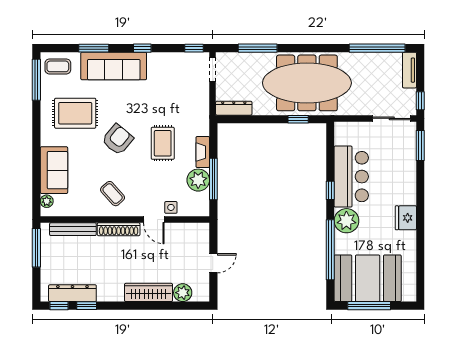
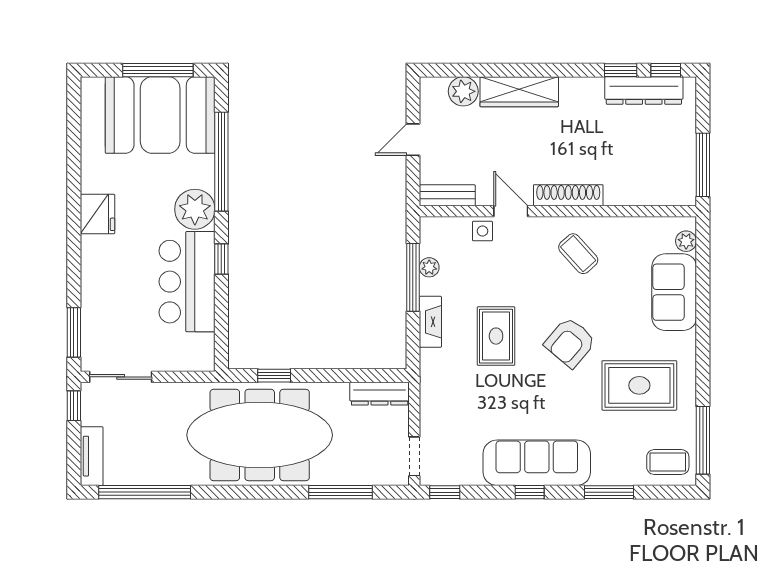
sofa: (114, 66) -> (537, 463), moved
plant: (198, 180) -> (429, 267), width x0.53, depth x0.53
bench: (73, 229) -> (447, 195), moved, width x0.73

